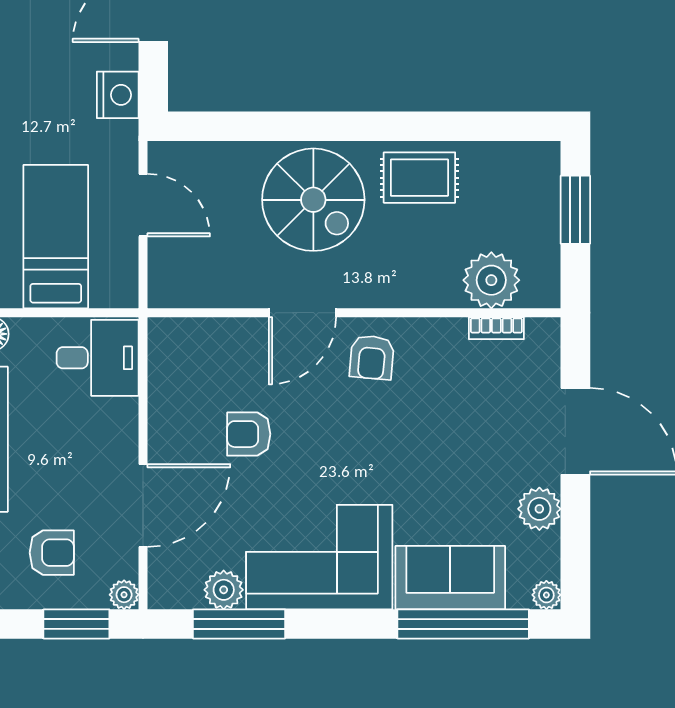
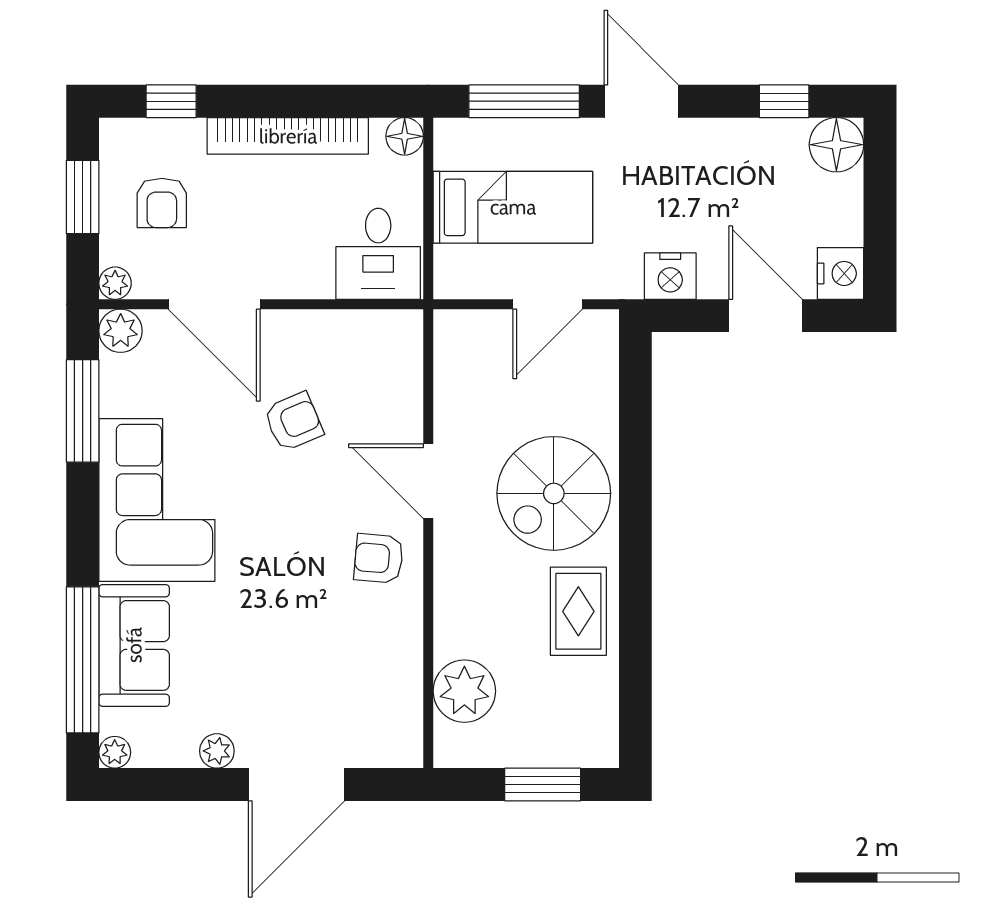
bookcase: (496, 328) -> (411, 697), removed
armchair: (249, 434) -> (293, 422), turned 67
plant: (539, 509) -> (217, 751), width x0.73, depth x0.73
plant: (224, 590) -> (121, 331), moved
window: (76, 624) -> (83, 197), moved

